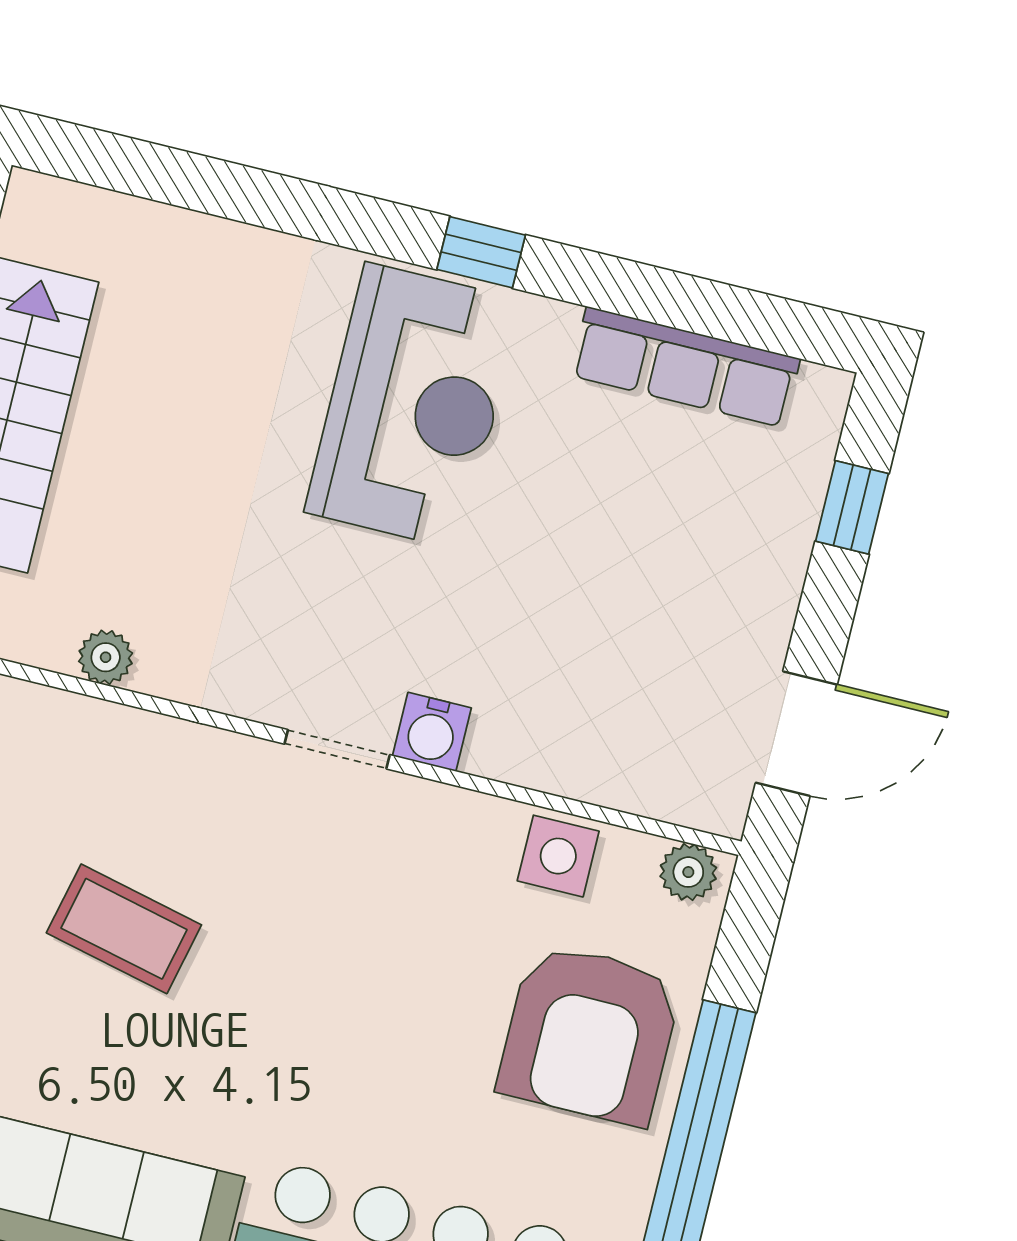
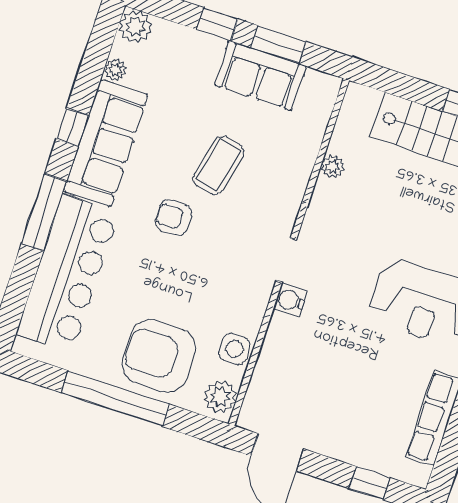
plant: (688, 872) -> (220, 397), width x1.38, depth x1.38
armchair: (257, 1026) -> (173, 218), added

